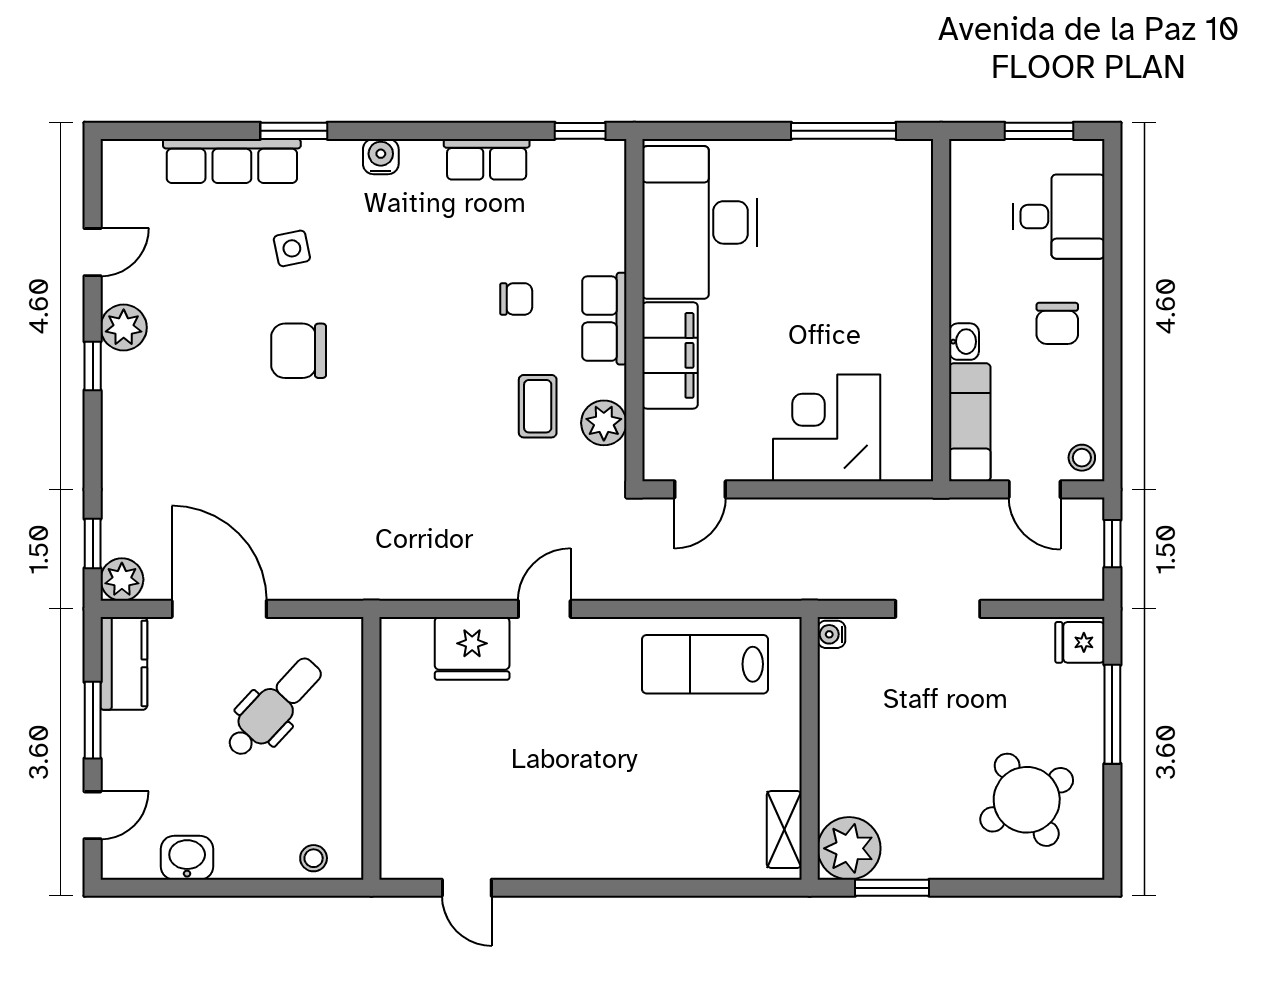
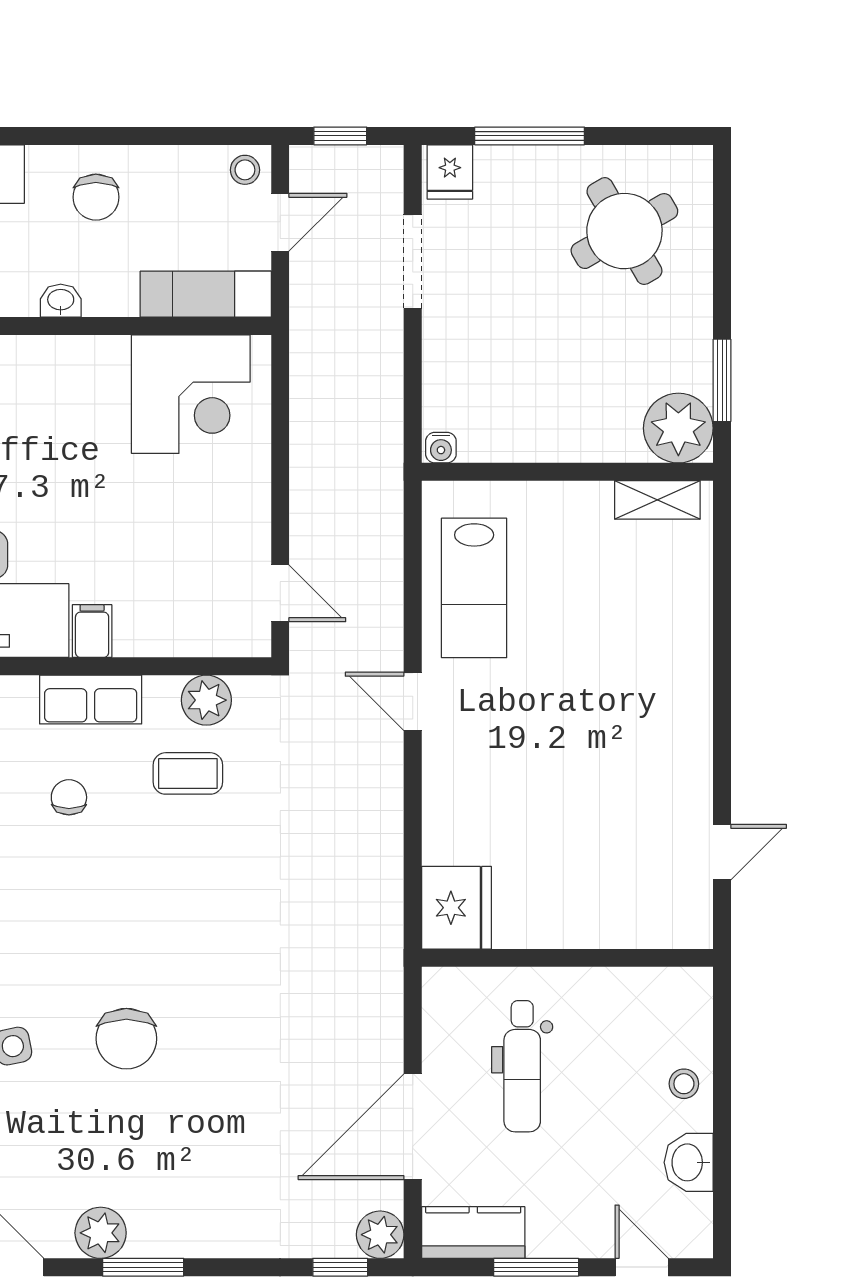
chair: (1057, 323) -> (96, 197), turned 90
washbasin: (964, 342) -> (61, 301), moved
filing cabinet: (670, 355) -> (92, 631), width x0.33, depth x0.86
window: (93, 366) -> (143, 1267), width x1.50
corner desk: (827, 428) -> (191, 394), moved, turned -90
door: (544, 609) -> (413, 701), moved
doorway: (938, 609) -> (413, 261), moved
fridge: (472, 648) -> (456, 908), moved
dental chair: (274, 708) -> (522, 1066), turned -133
stool: (314, 858) -> (684, 1084), moved

